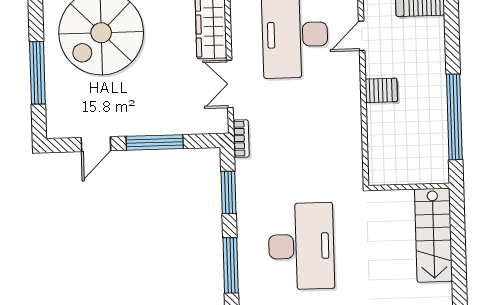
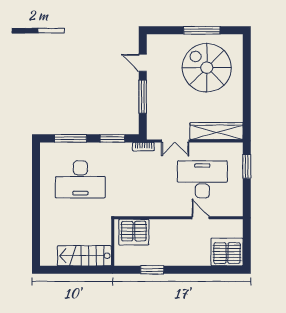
window: (37, 73) -> (202, 30), moved
double door: (230, 84) -> (175, 141), swing flipped
server rack: (381, 90) -> (134, 232), moved, width x2.18, depth x1.44
window: (454, 117) -> (152, 270), width x0.47

